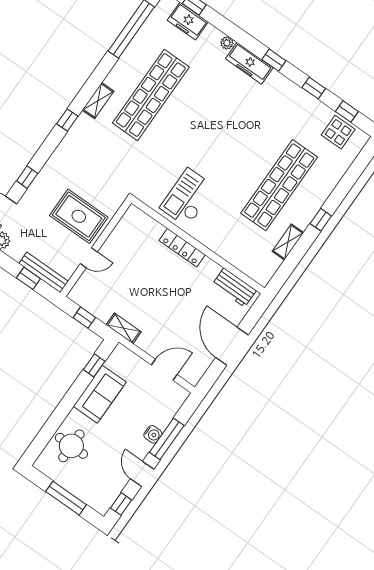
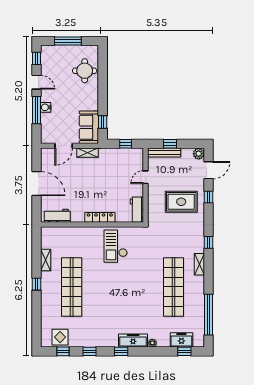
checkout: (188, 198) -> (116, 246), turned 180
rug: (79, 216) -> (181, 202), moved
workbench: (128, 225) -> (137, 210), added
shelving: (124, 328) -> (87, 153), moved
sofa: (100, 394) -> (89, 127), moved

